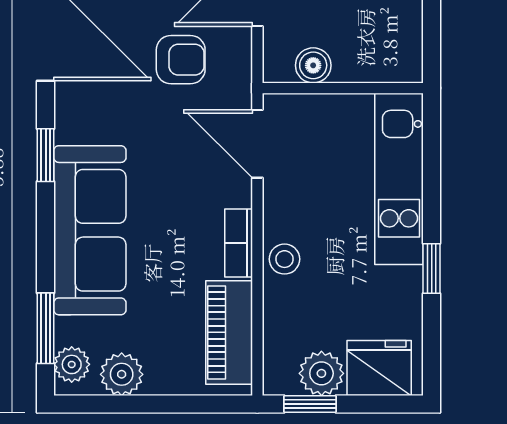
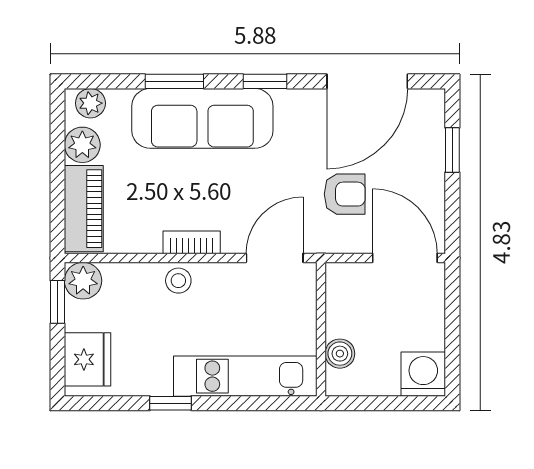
armchair: (181, 60) -> (345, 194), turned -90
boiler: (313, 65) -> (340, 354), moved
window: (46, 328) -> (174, 81), moved
piano: (229, 332) -> (84, 209), moved, turned 90
plant: (321, 373) -> (83, 281), moved

